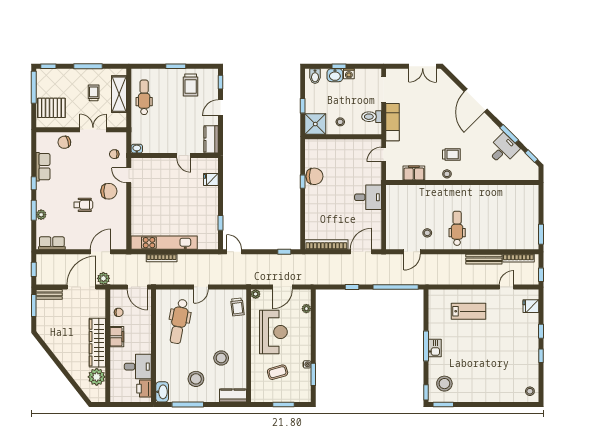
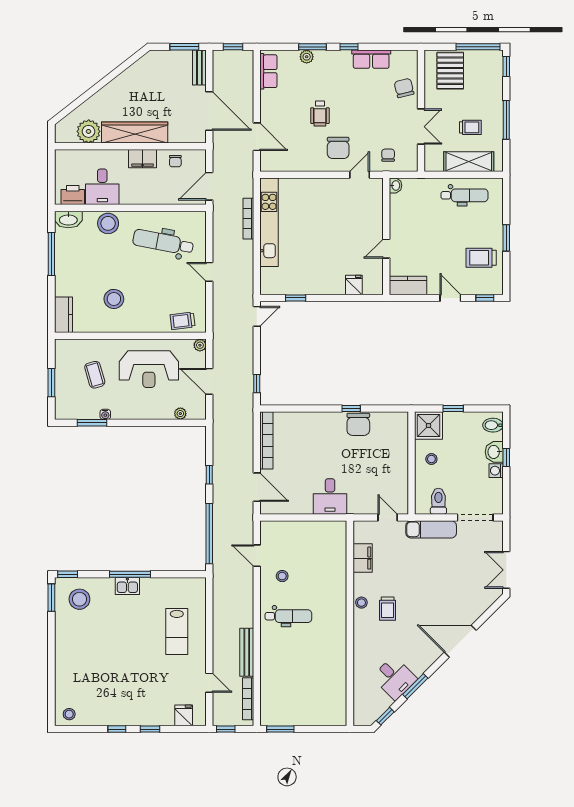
plant: (103, 278) -> (221, 141), removed
stool: (196, 379) -> (108, 223), moved

